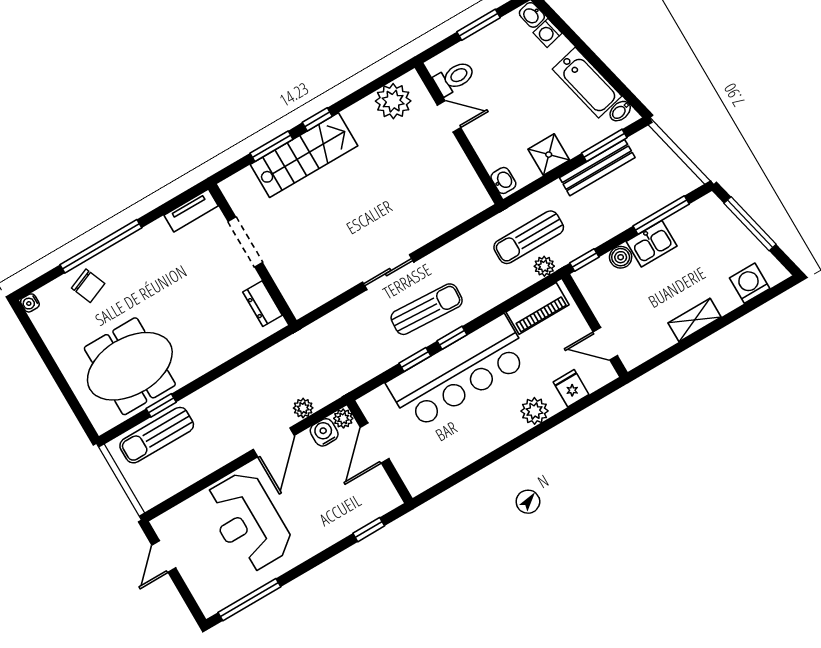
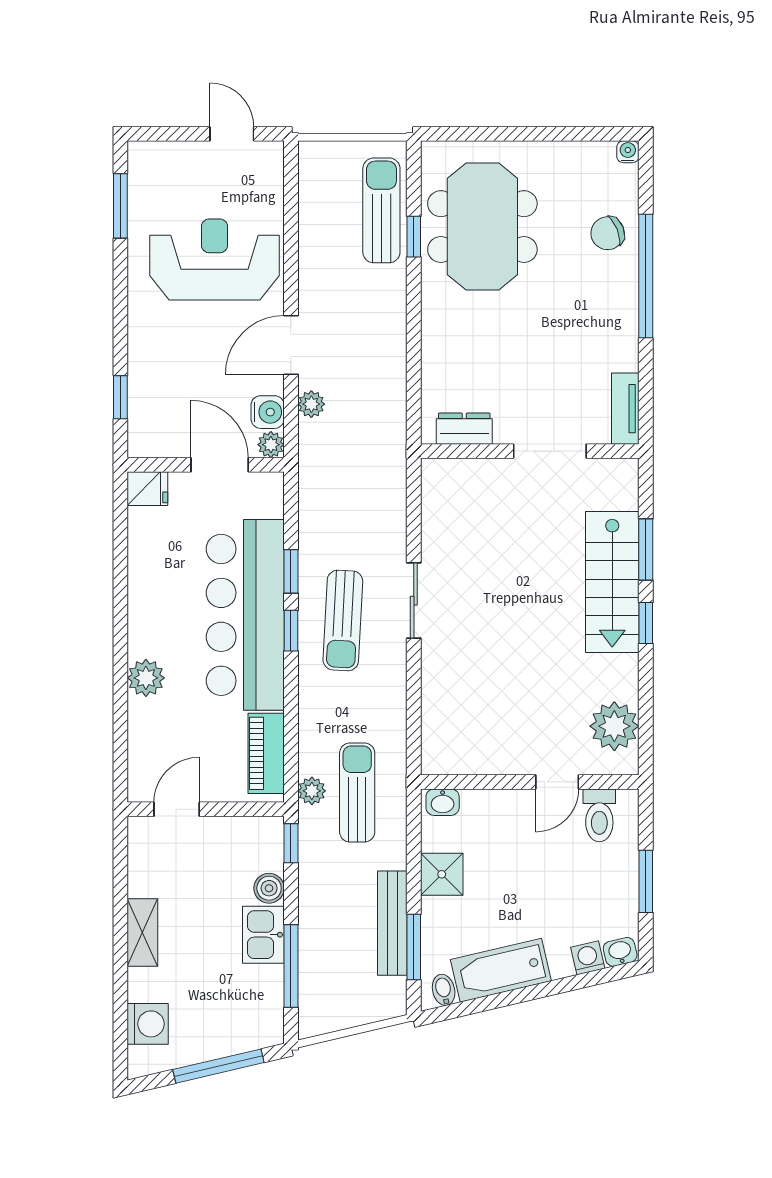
fridge: (571, 388) -> (147, 489), moved
door: (274, 442) -> (291, 345), hinge flipped
window: (249, 600) -> (120, 206), width x0.69

